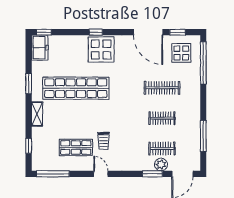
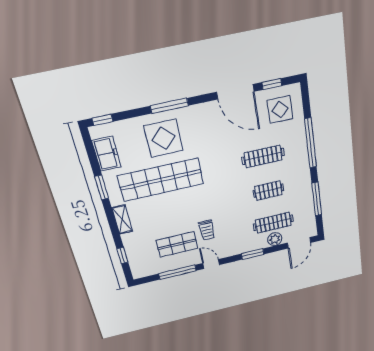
window: (96, 32) -> (169, 106), width x2.17
freezer: (40, 48) -> (106, 154), moved
display table: (101, 50) -> (164, 138), moved
window: (203, 63) -> (311, 143), moved
clothes rail: (162, 149) -> (273, 223), width x1.36
window: (53, 174) -> (178, 272), moved
window: (152, 174) -> (253, 254), moved

